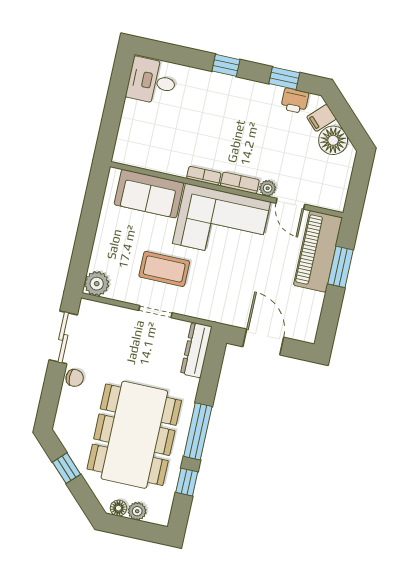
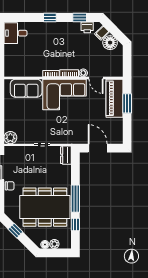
coffee table: (164, 269) -> (42, 123), removed
dresser: (196, 350) -> (66, 155), width x0.70
dining table: (134, 435) -> (45, 207), turned 90

